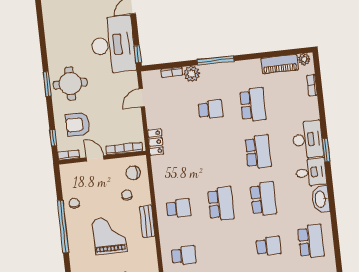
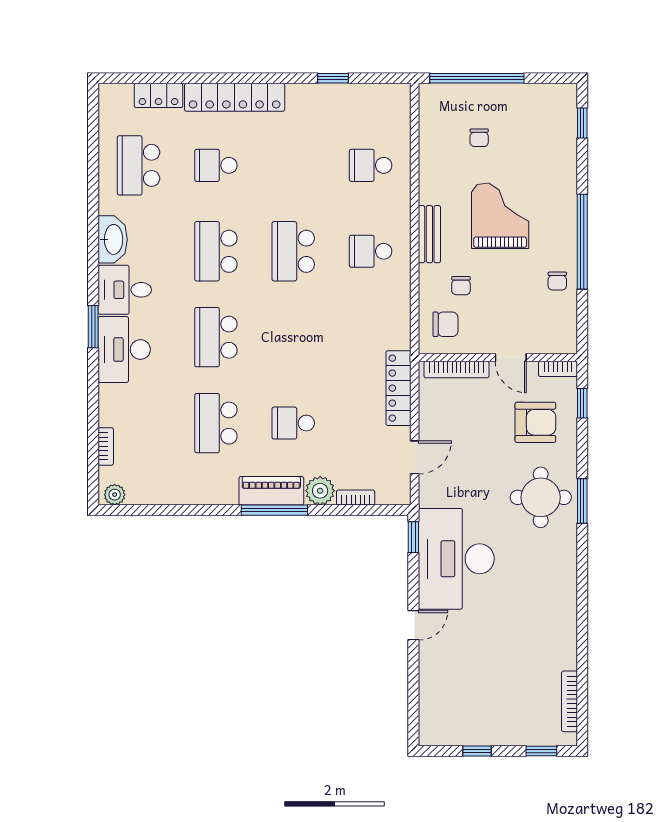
piano: (280, 64) -> (271, 491), moved
locker: (156, 142) -> (399, 388), width x1.53
grand piano: (110, 236) -> (500, 216), turned 180

